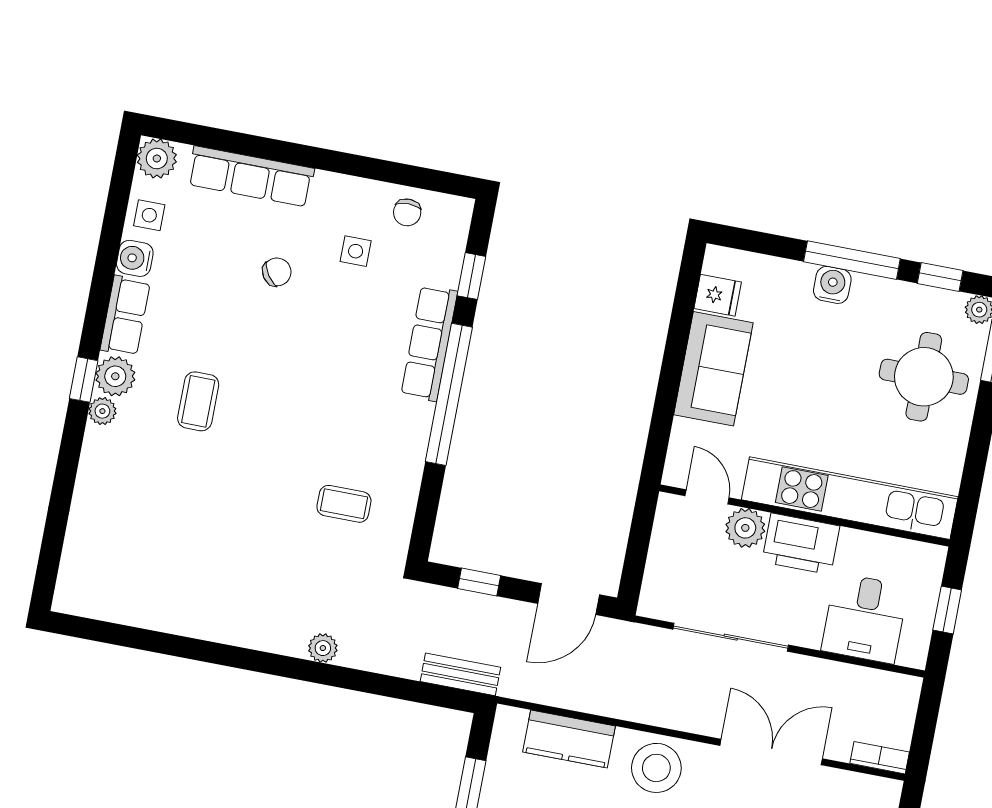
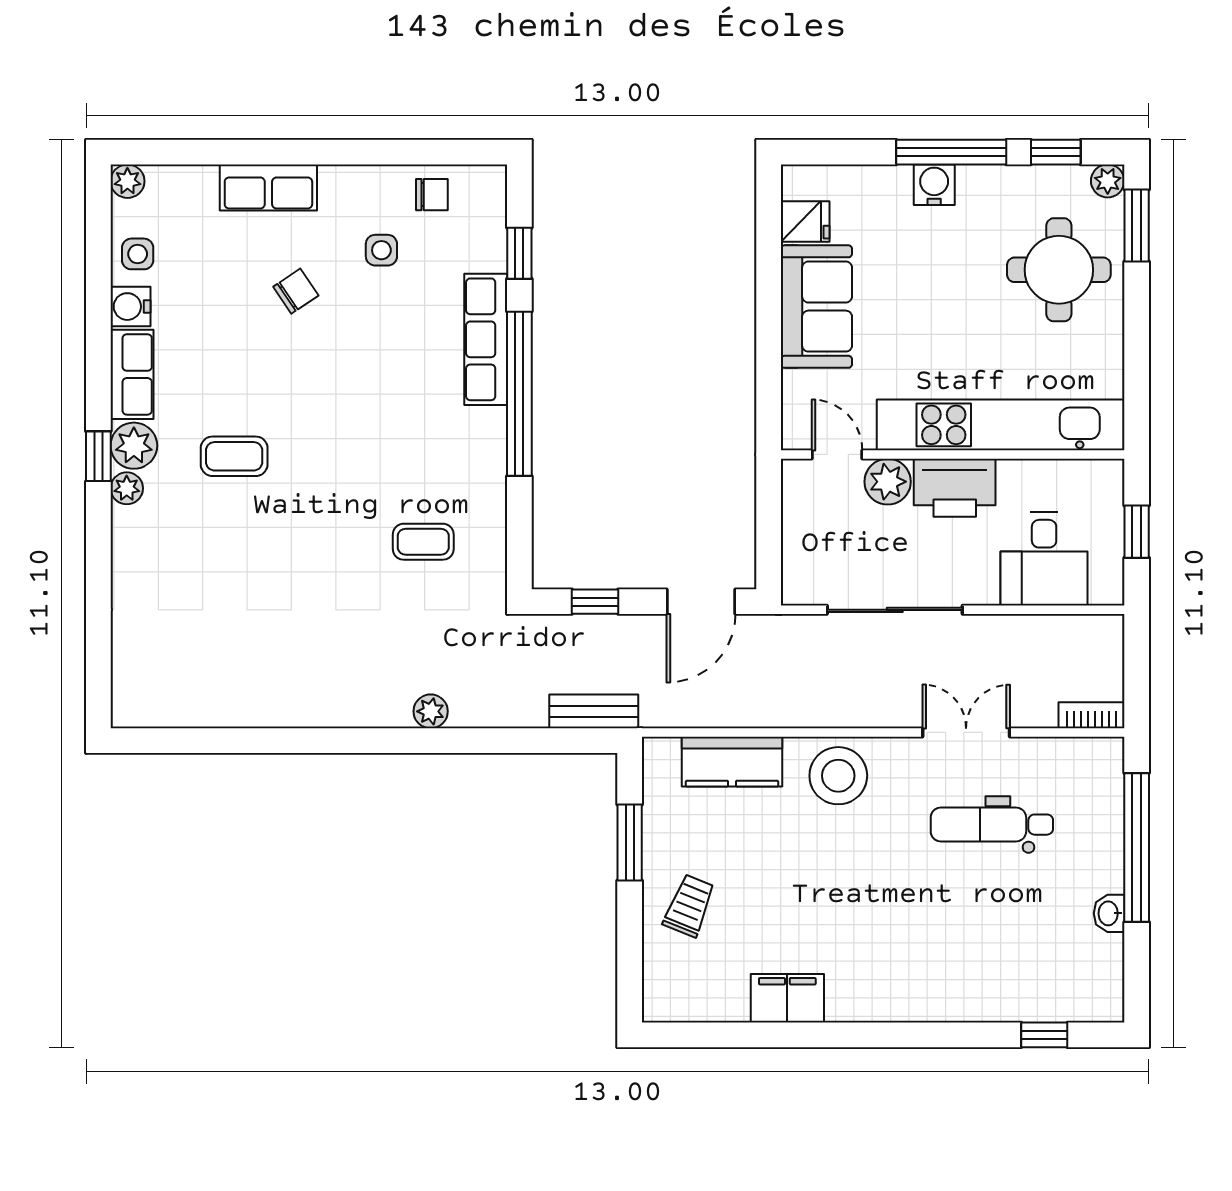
plant: (157, 159) -> (127, 181), width x0.73, depth x0.73
row of seats: (251, 176) -> (268, 187), width x0.68
chair: (407, 212) -> (432, 195), turned -90
coffee table: (198, 401) -> (234, 456), turned 90
double door: (771, 752) -> (966, 732), width x0.73

